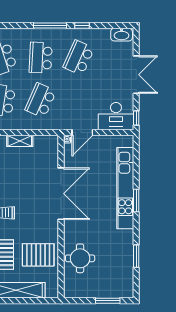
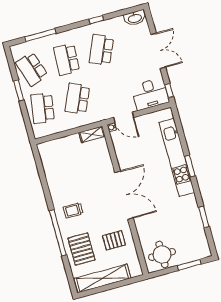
window: (50, 26) -> (40, 35), moved
door: (82, 133) -> (124, 117), hinge flipped
shelving: (20, 141) -> (92, 134), moved
double door: (61, 194) -> (124, 195), moved
pallet: (38, 255) -> (114, 240), width x0.67, depth x0.71
round table: (80, 258) -> (162, 254), moved

